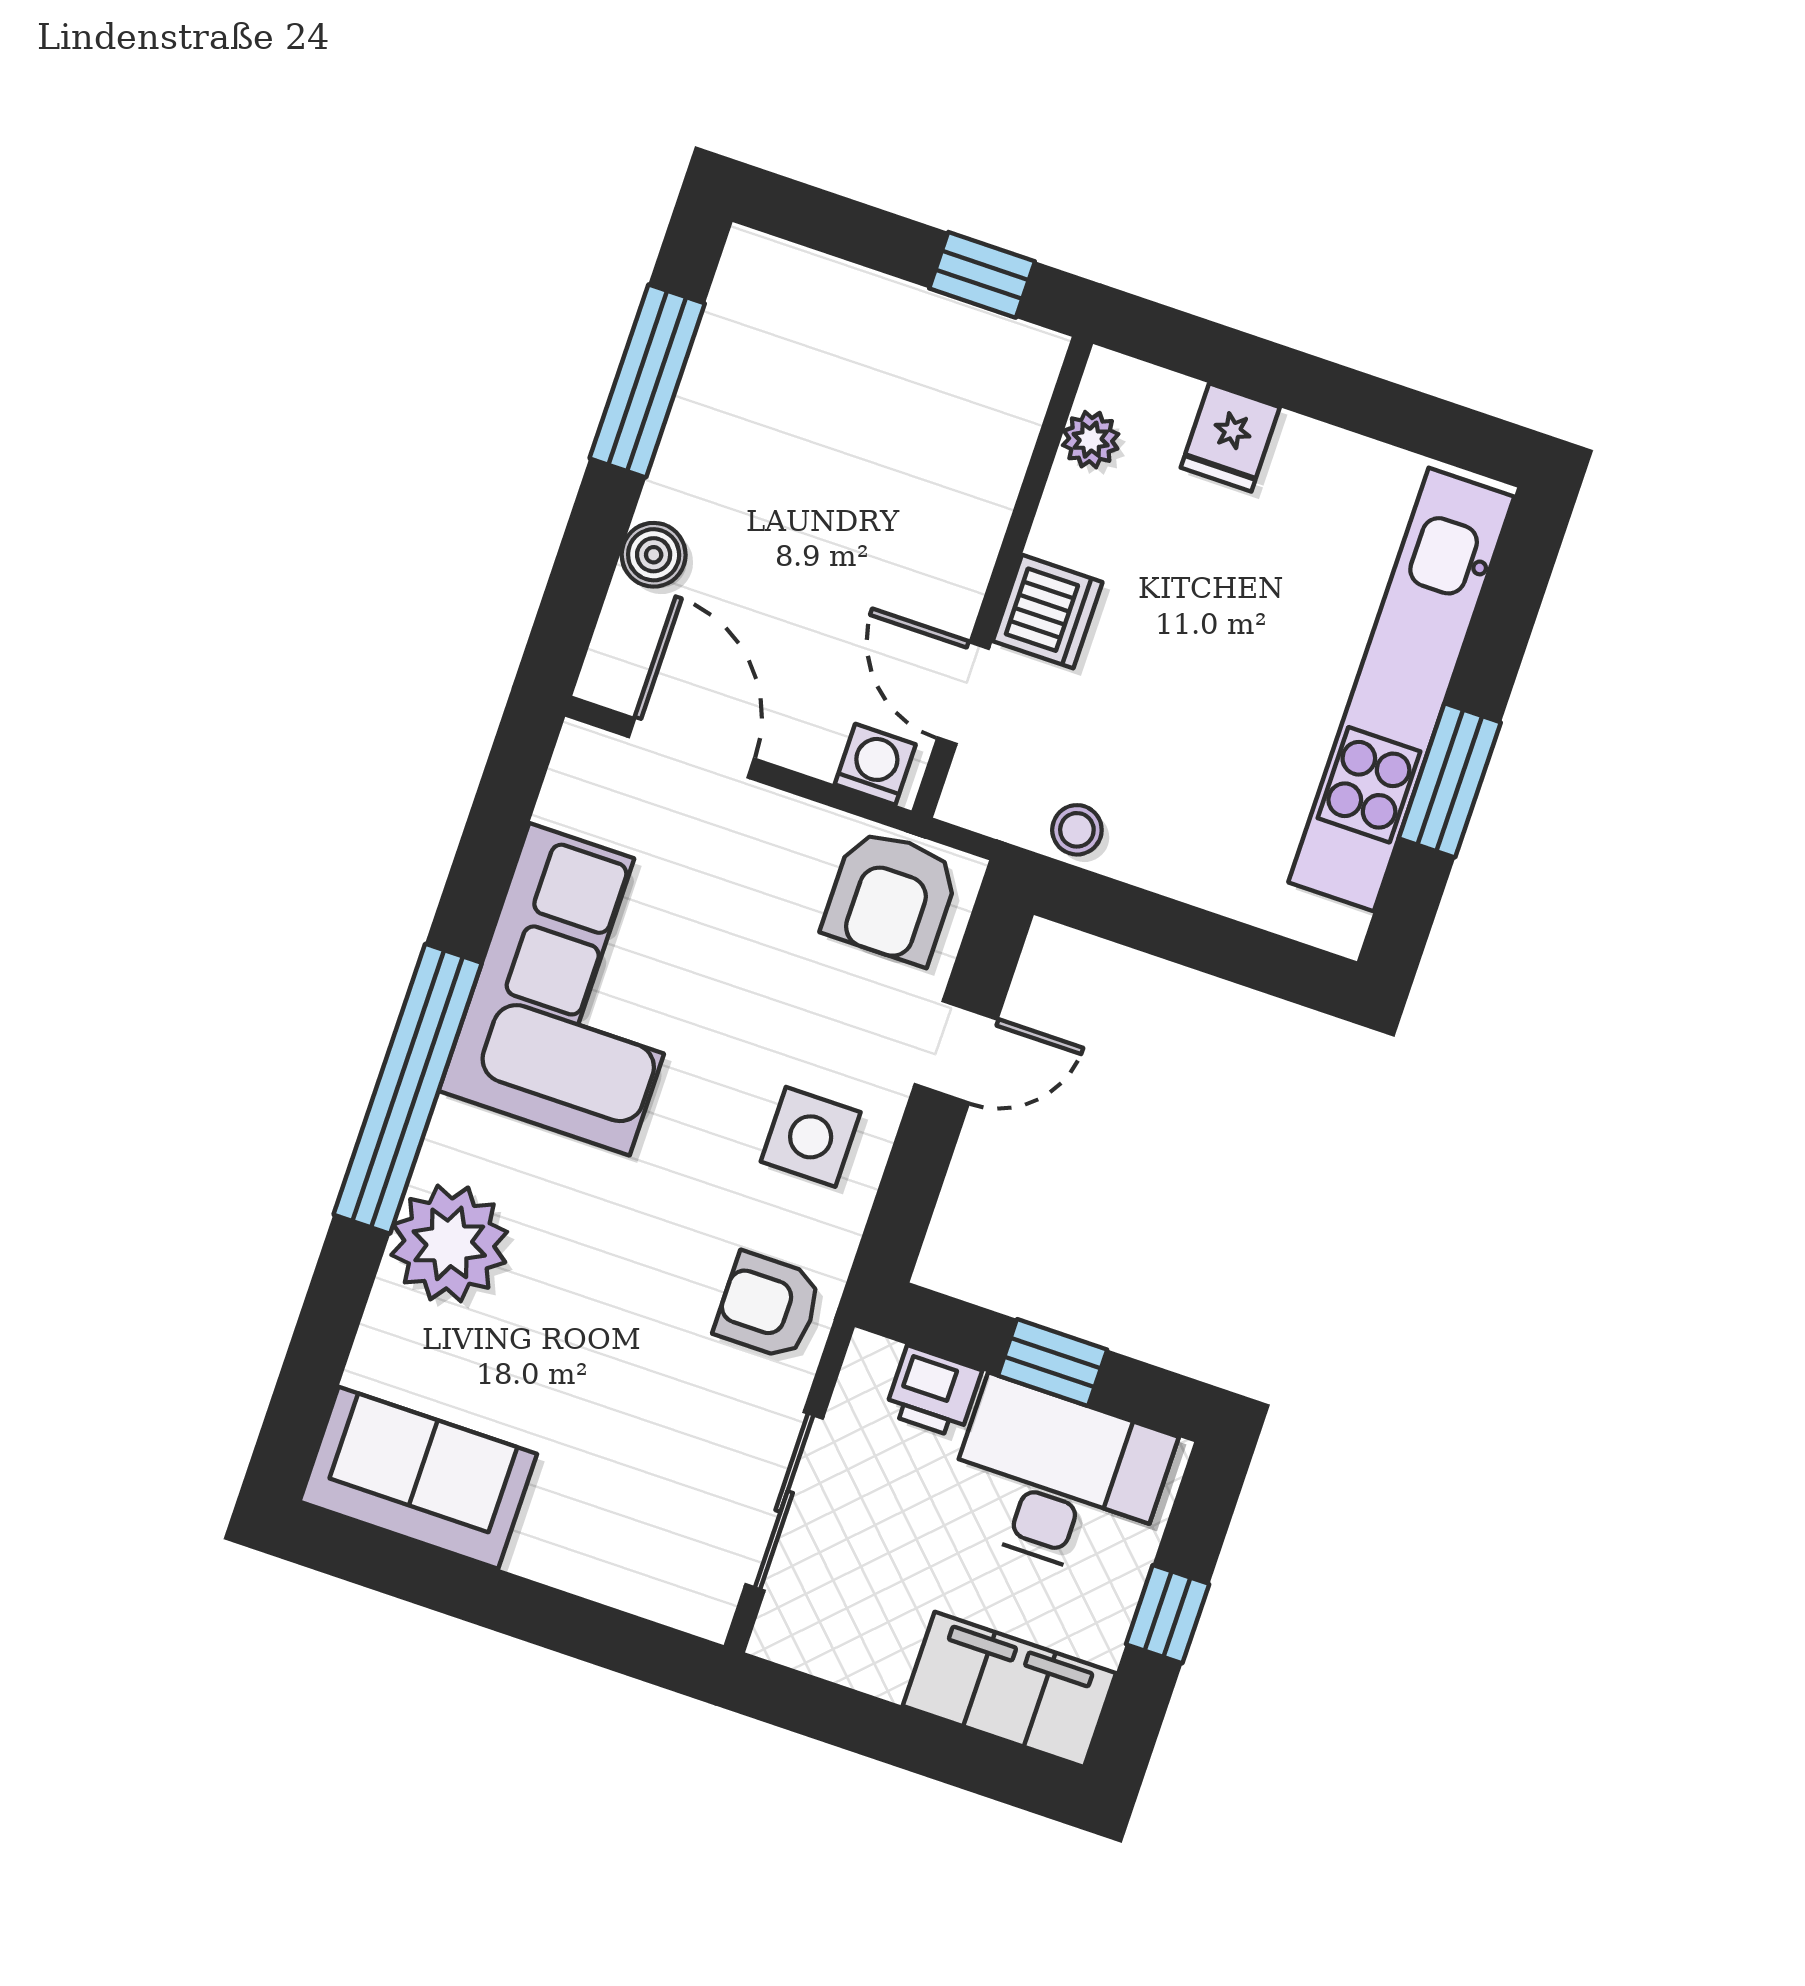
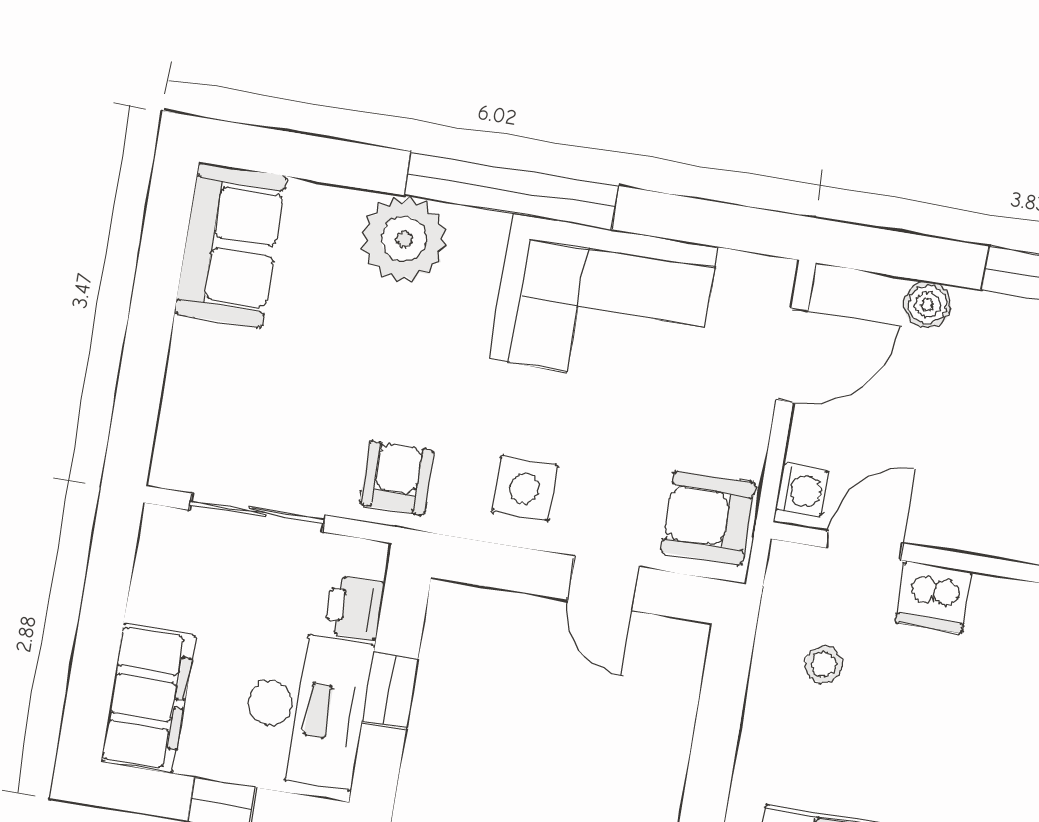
stool: (1077, 830) -> (824, 665), moved

